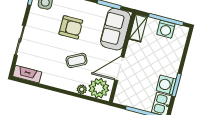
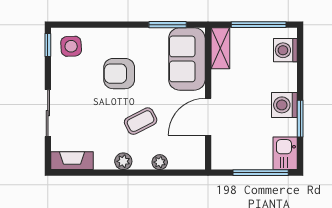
armchair: (71, 27) -> (119, 74), turned 180
washing machine: (166, 29) -> (285, 50), moved, turned 90
washing machine: (166, 85) -> (284, 105), moved
plant: (99, 88) -> (123, 161), moved, width x0.53, depth x0.53

